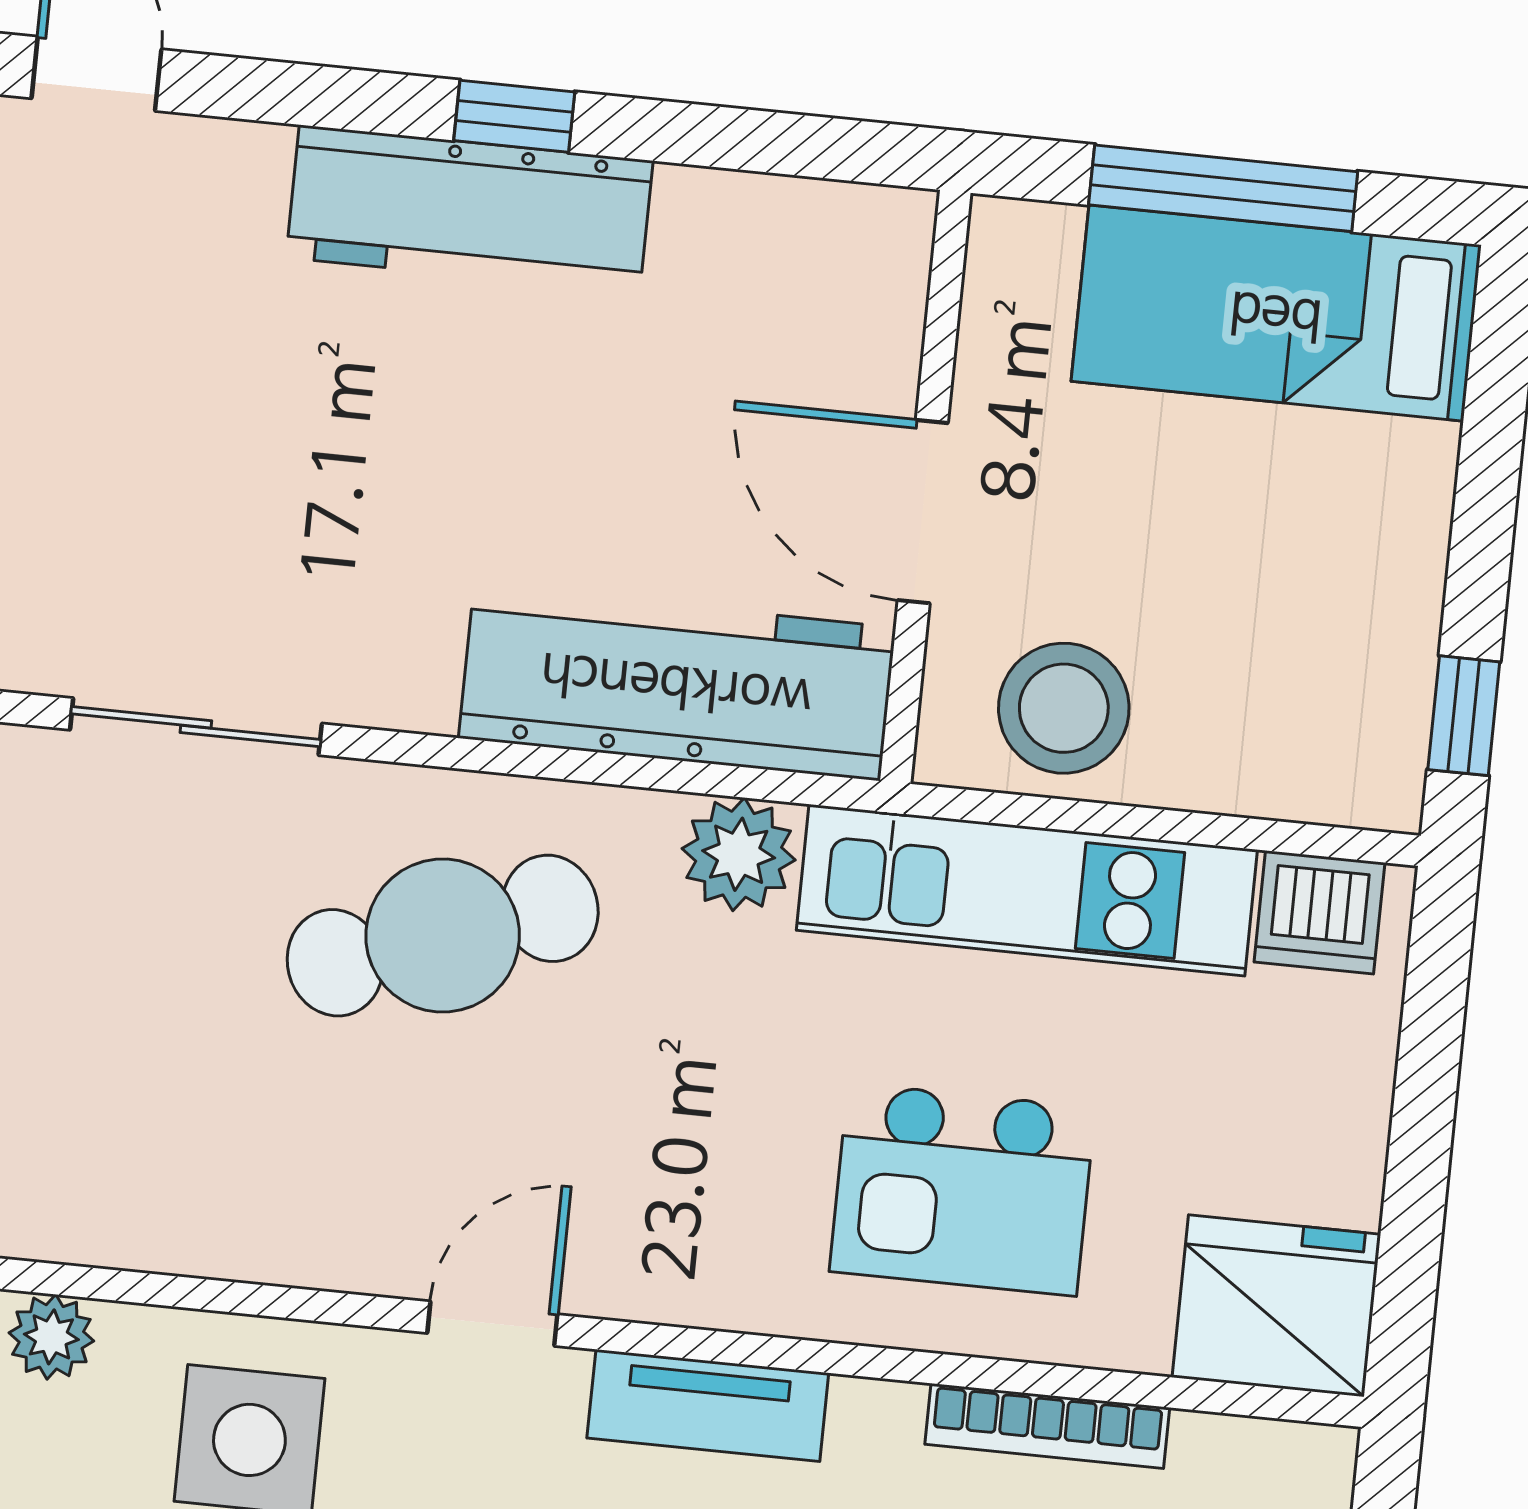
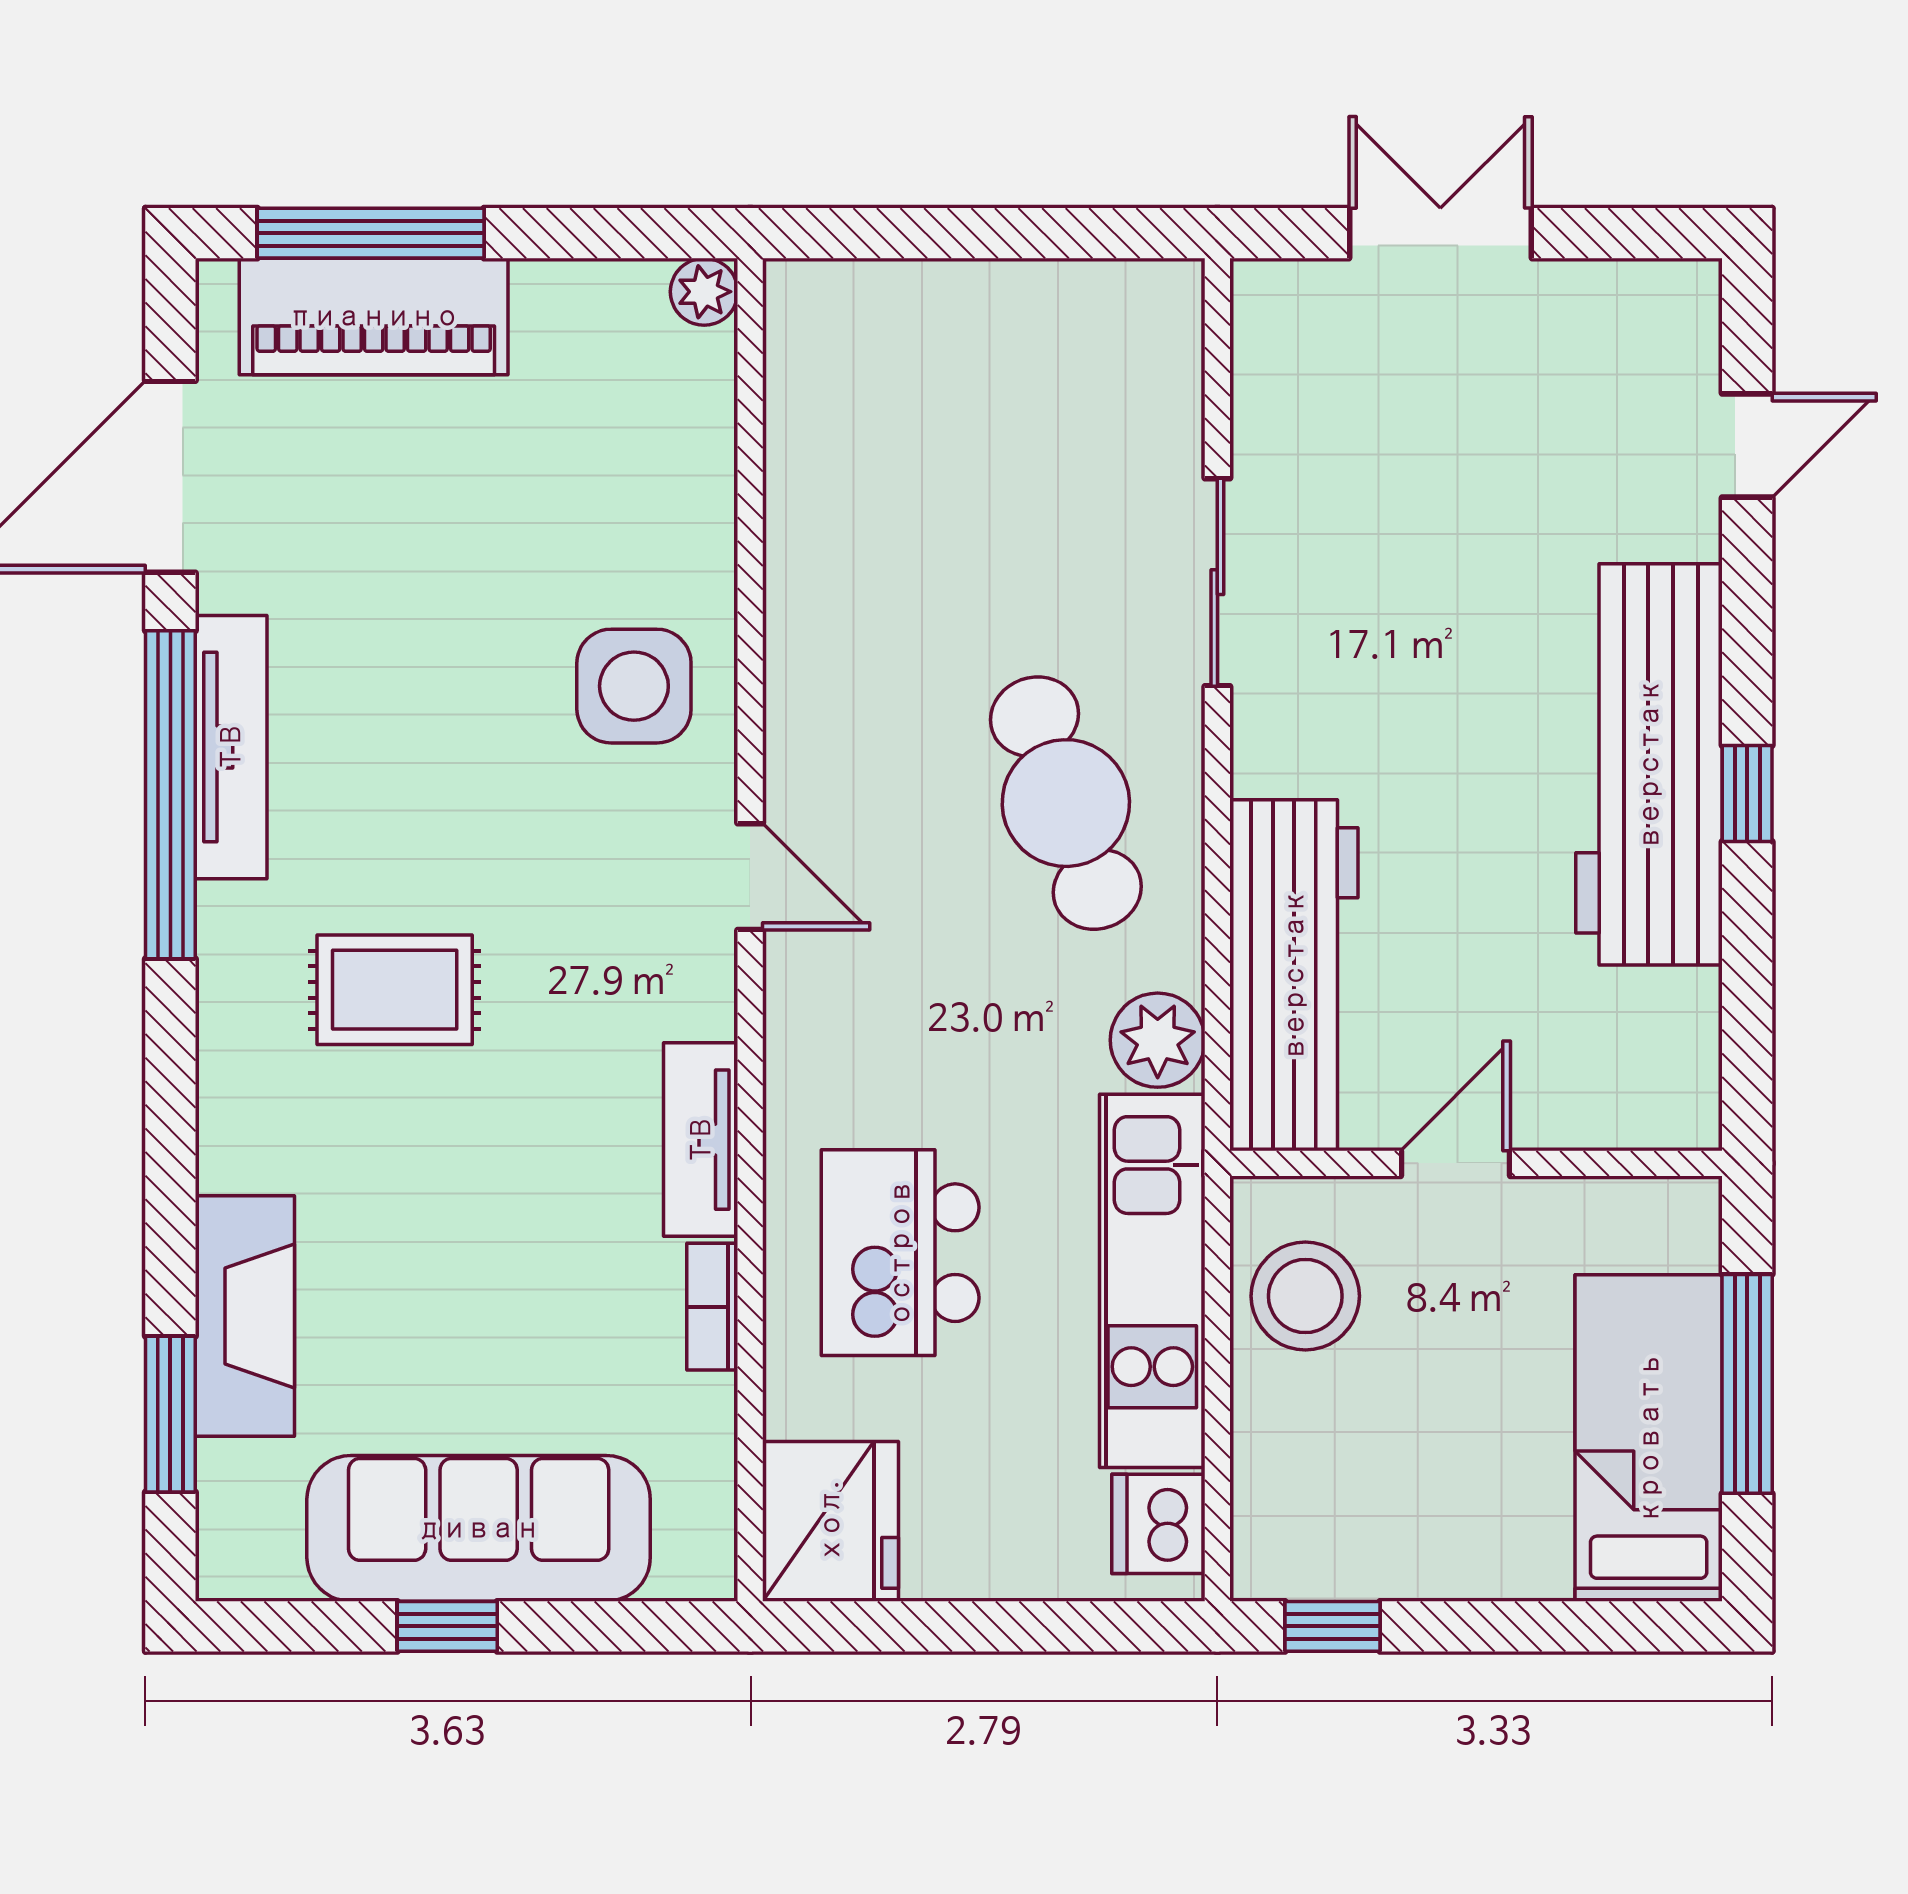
workbench: (469, 209) -> (1649, 764), width x1.36, depth x1.32
door: (923, 512) -> (1456, 1163), width x0.73
plant: (51, 1337) -> (702, 514), removed
tv unit: (708, 1406) -> (701, 1140), moved
bookcase: (1047, 1426) -> (712, 1307), width x0.64

